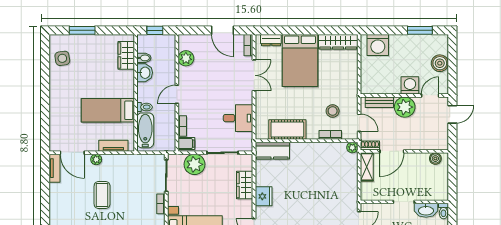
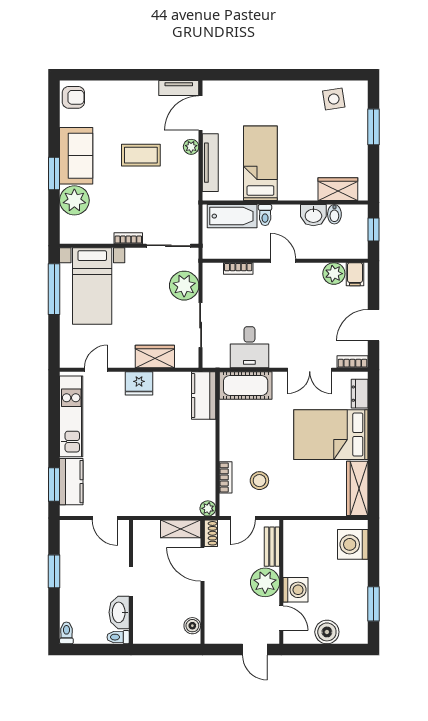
cot: (287, 129) -> (246, 386), moved, turned 90
filing cabinet: (186, 144) -> (355, 274), moved
tv unit: (113, 146) -> (210, 163), width x1.41

